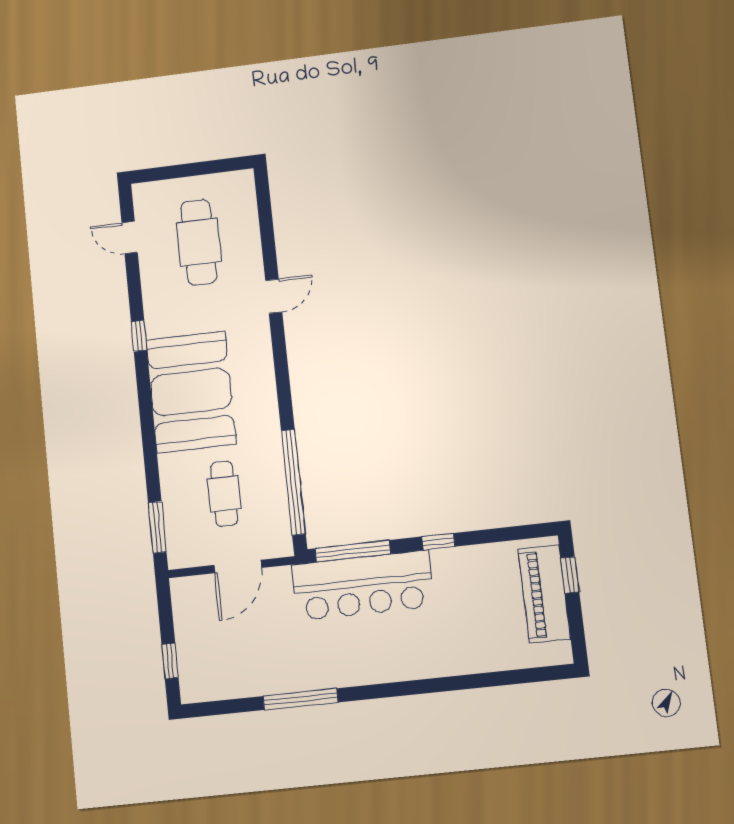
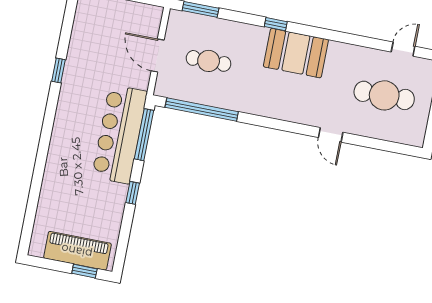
window: (139, 336) -> (276, 24), moved
booth: (191, 392) -> (296, 53), width x0.73, depth x0.70
window: (300, 699) -> (59, 70), width x0.46

